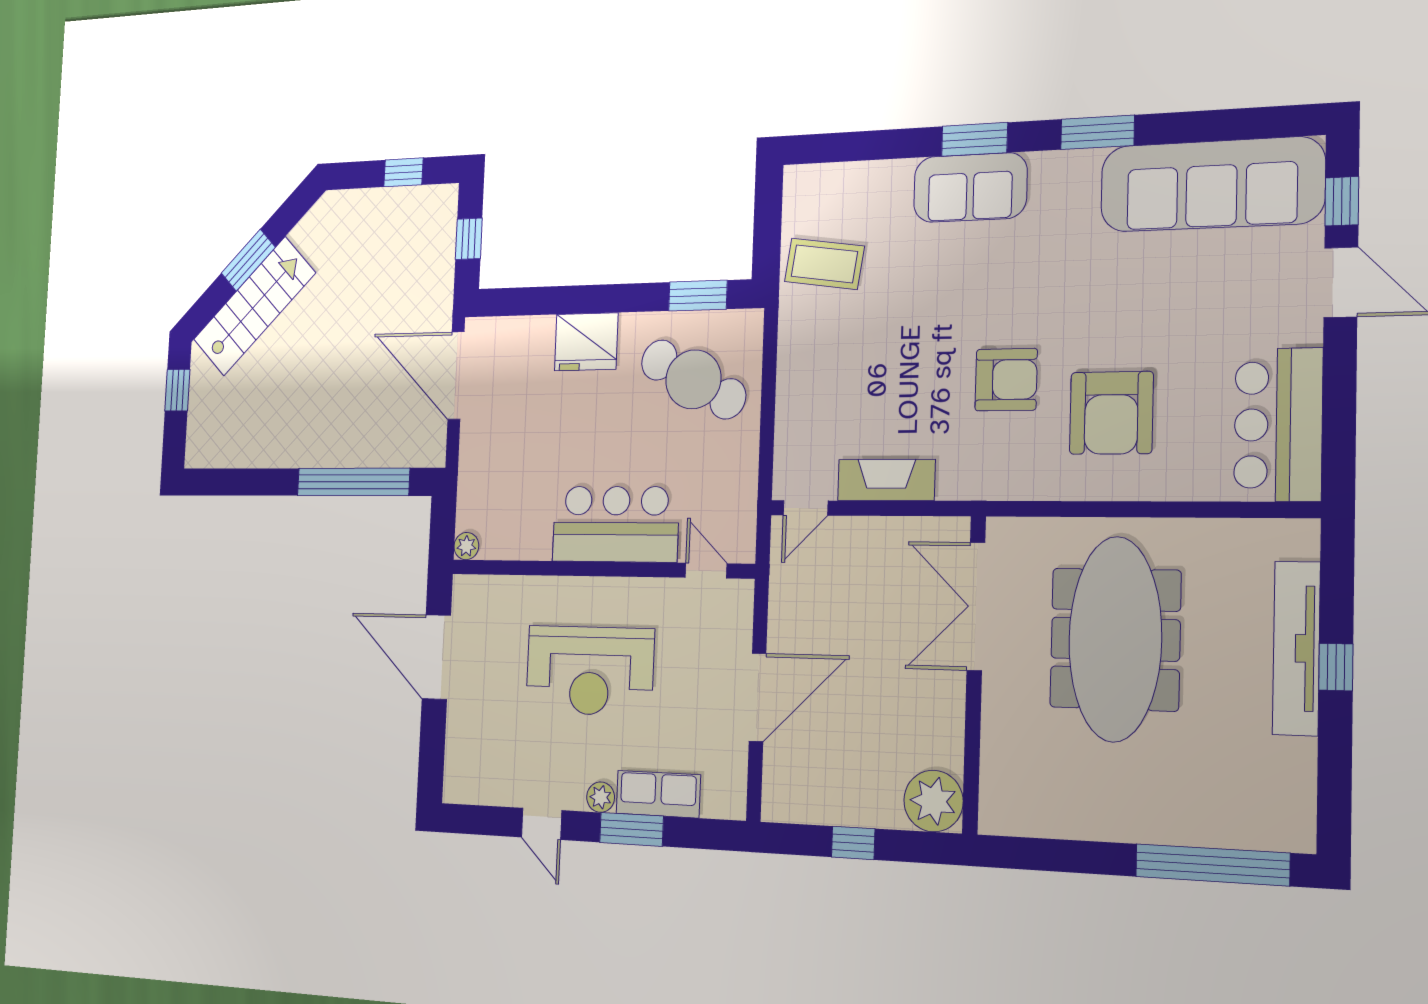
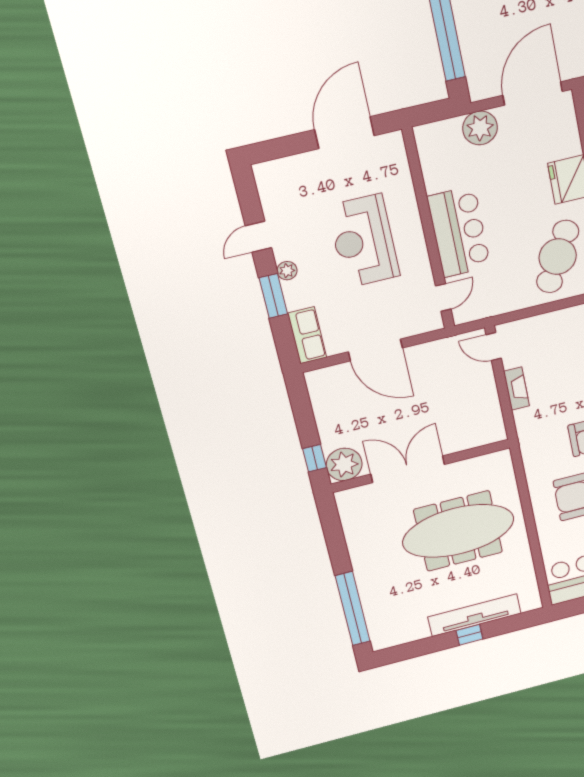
fireplace: (886, 480) -> (516, 389), width x0.73, depth x0.76
plant: (466, 546) -> (480, 128), moved, width x1.87, depth x1.87
double door: (976, 606) -> (408, 469), moved
row of seats: (658, 794) -> (307, 335), moved
window: (853, 843) -> (314, 458), moved

